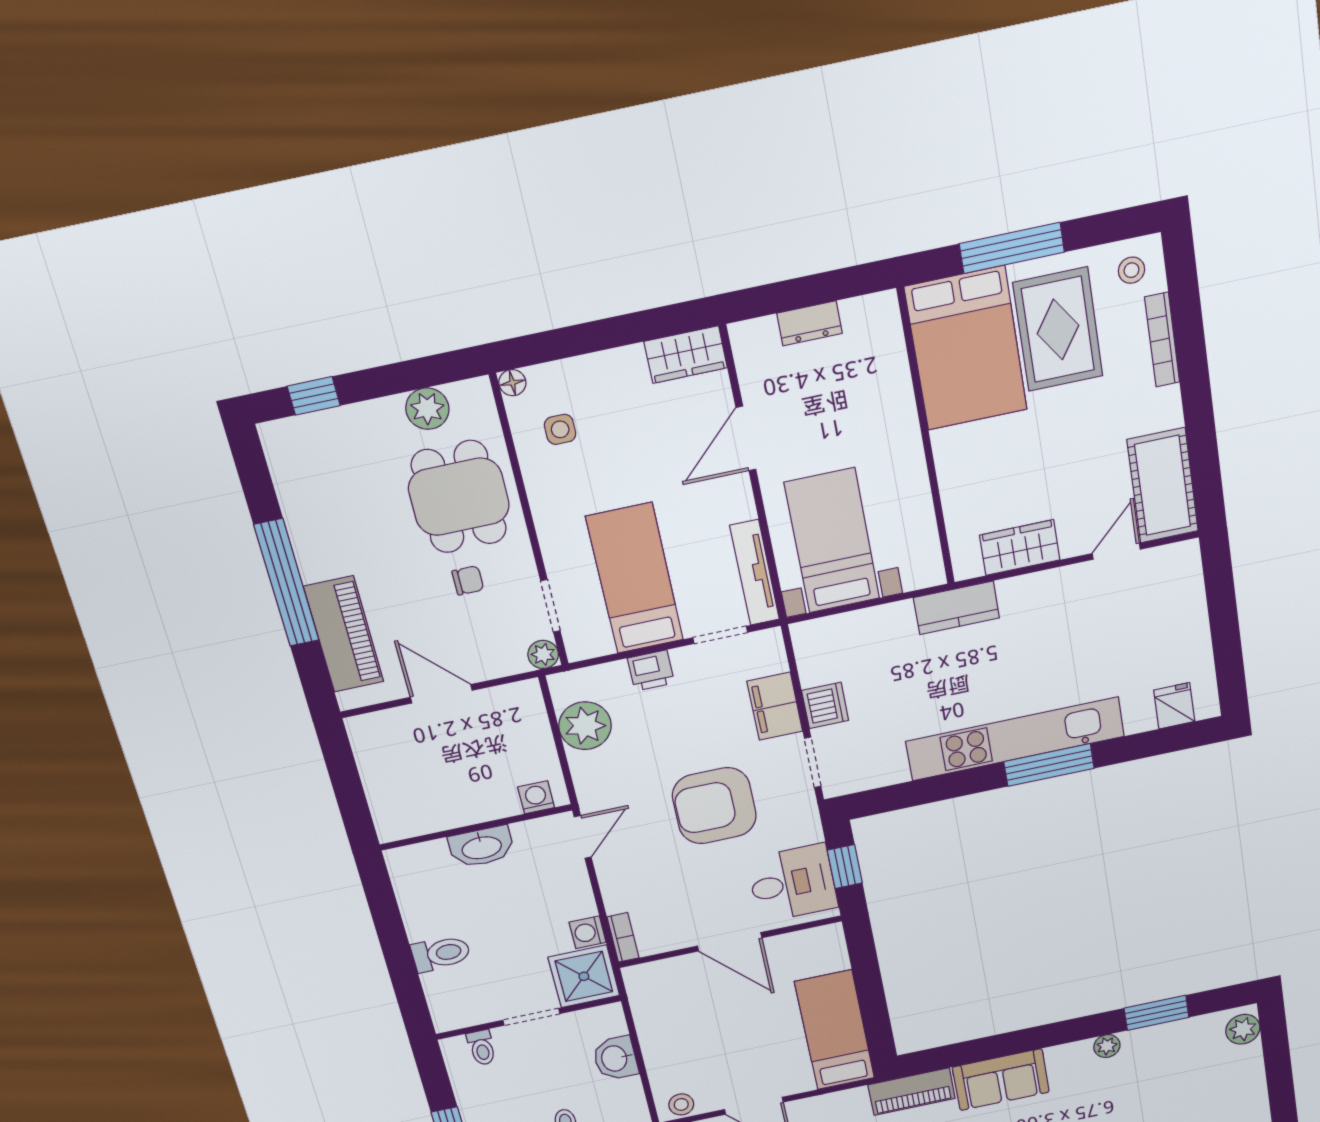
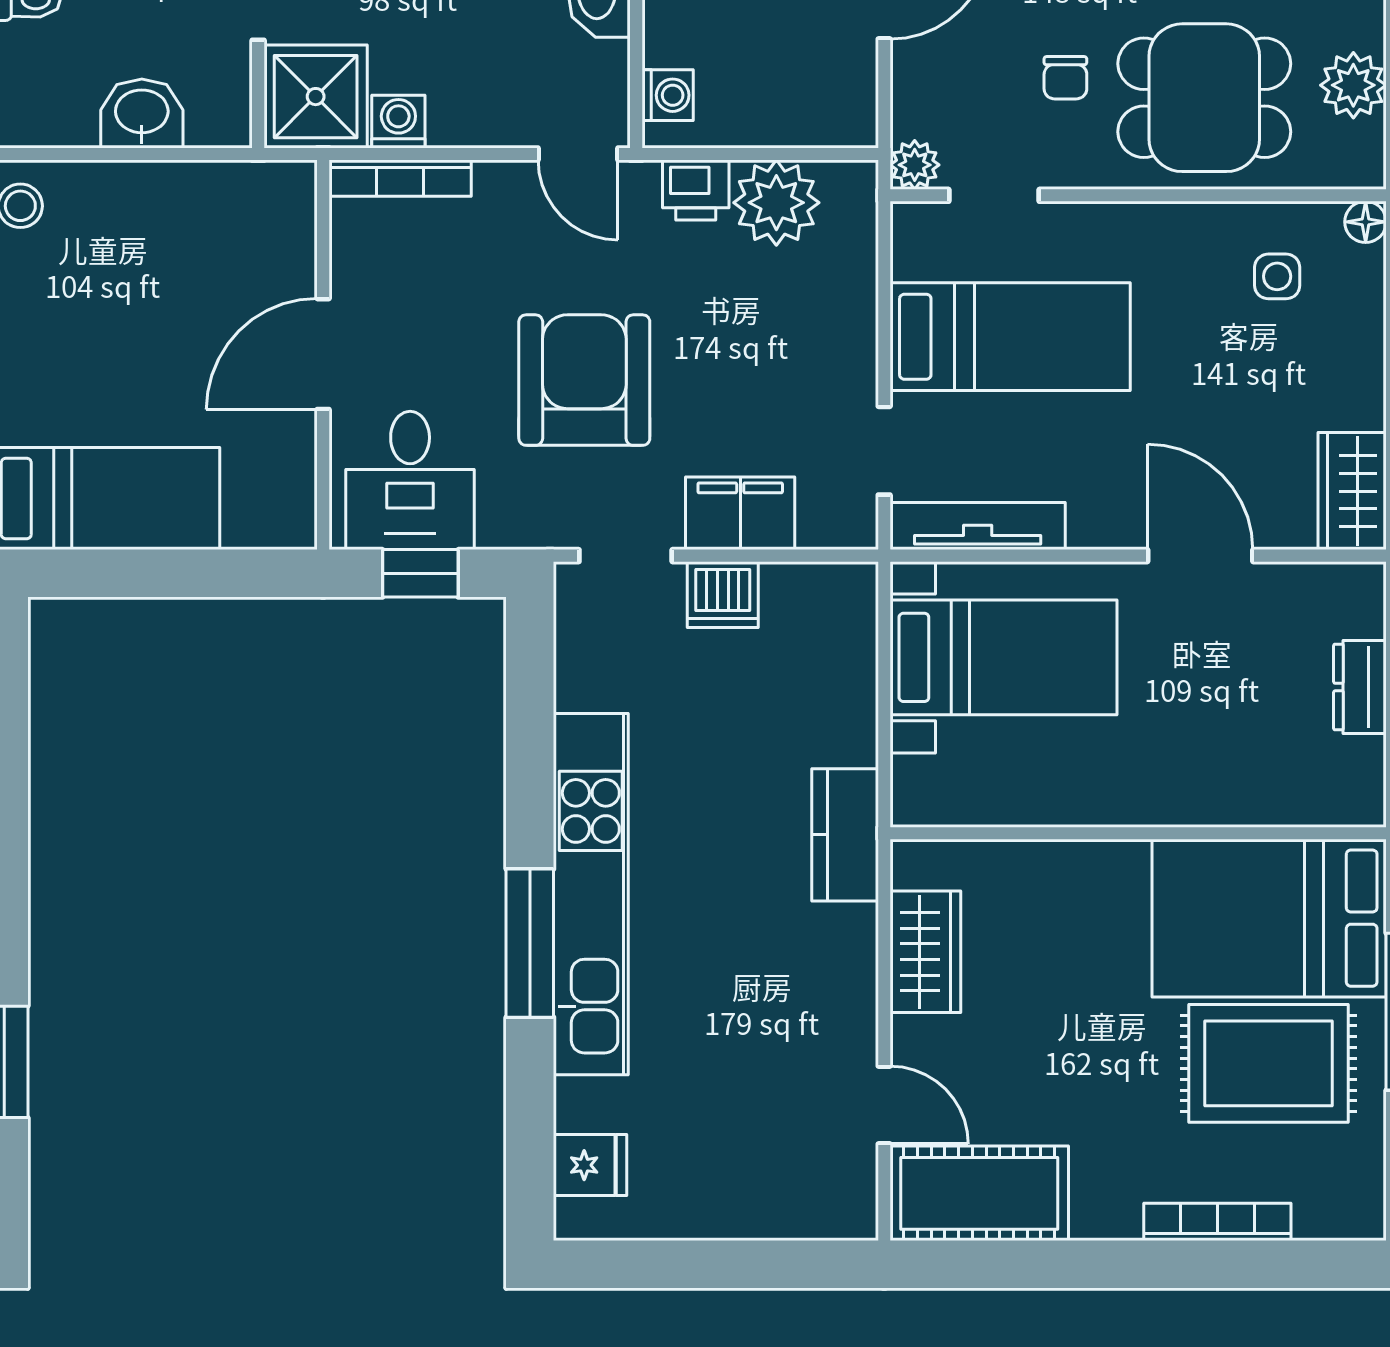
stool: (1131, 270) -> (1337, 1189), removed
printer: (651, 670) -> (696, 190), moved, turned -90
bookcase: (623, 937) -> (400, 178), width x1.56

